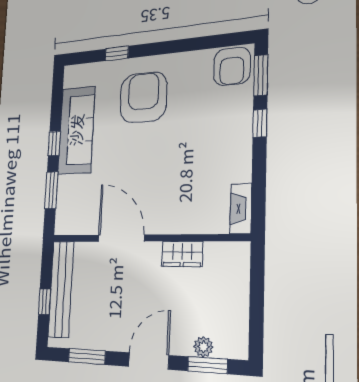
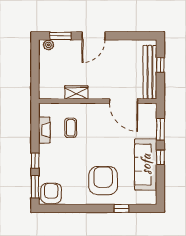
armchair: (143, 97) -> (103, 181), turned 180
coffee table: (194, 188) -> (71, 128), added
fireplace: (241, 209) -> (44, 130), moved
door: (121, 238) -> (124, 101), moved
plant: (203, 347) -> (48, 45), moved
window: (87, 357) -> (131, 36), removed

